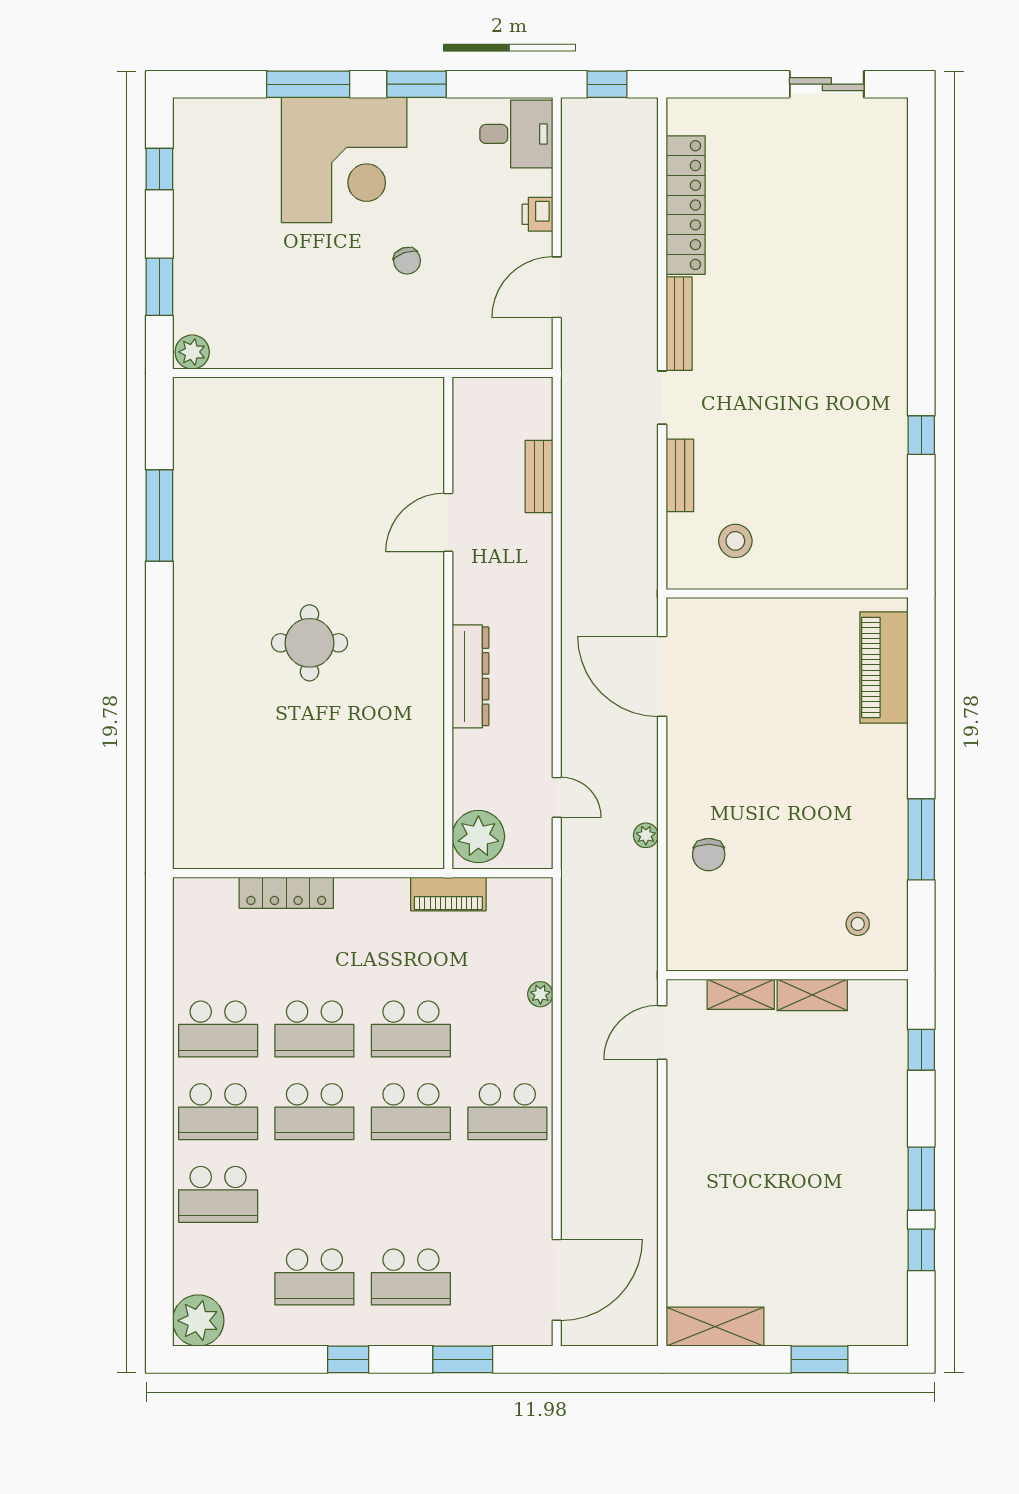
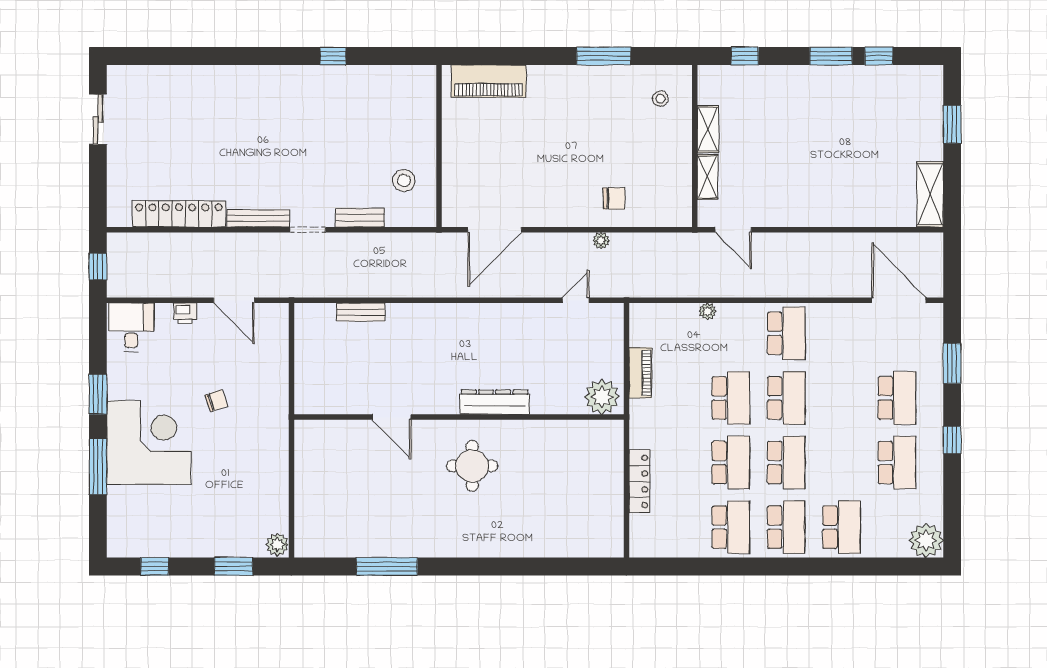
door: (448, 522) -> (391, 417), moved
wall: (448, 623) -> (459, 417), moved
dresser: (471, 676) -> (495, 402), moved
plant: (478, 837) -> (602, 397), moved

